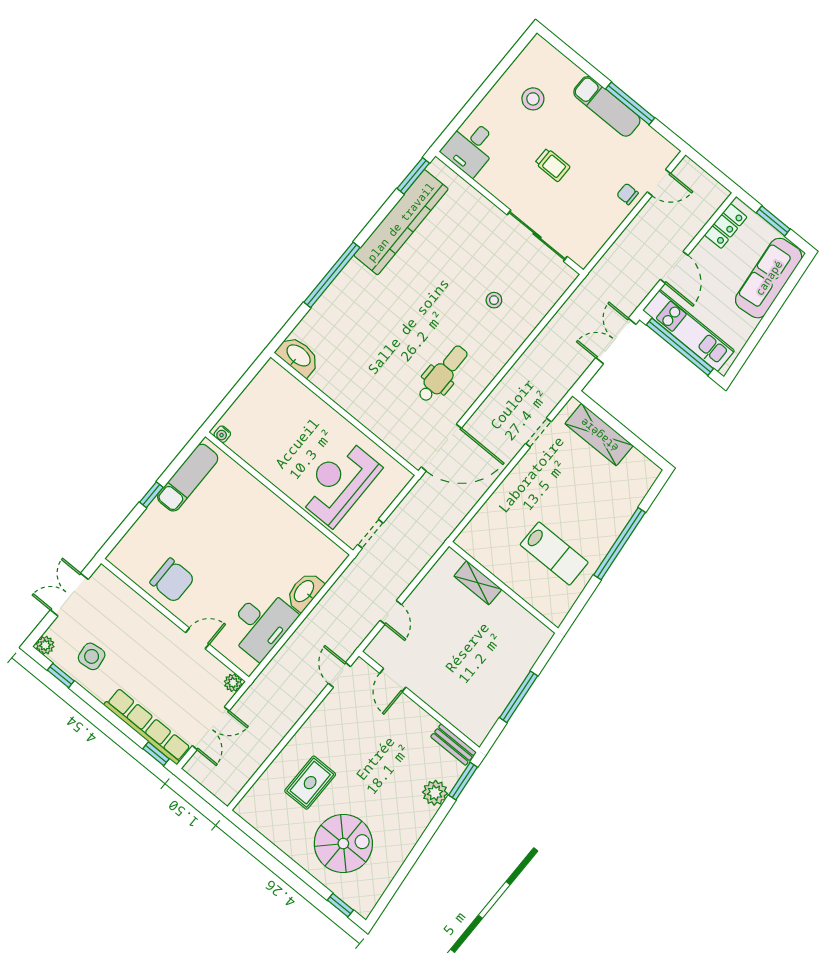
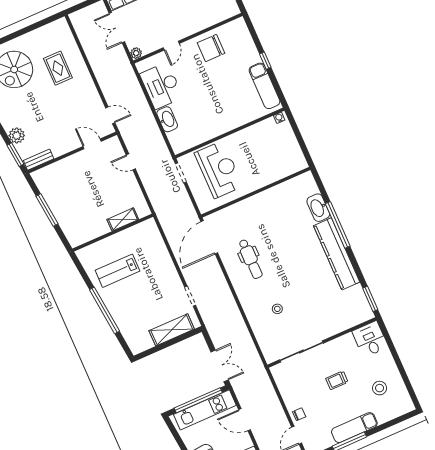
kitchen counter: (401, 222) -> (337, 254), moved
washbasin: (298, 356) -> (318, 208), moved, turned 90

